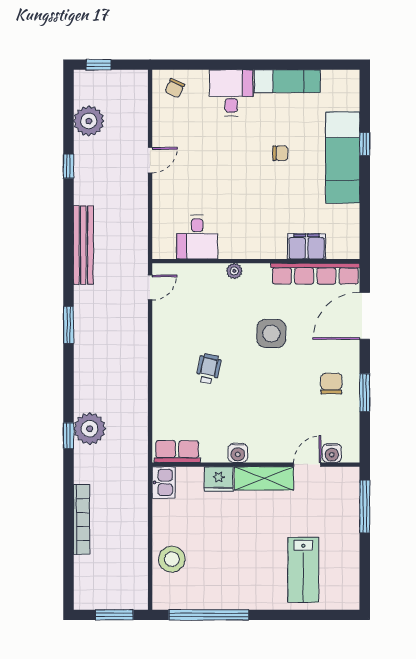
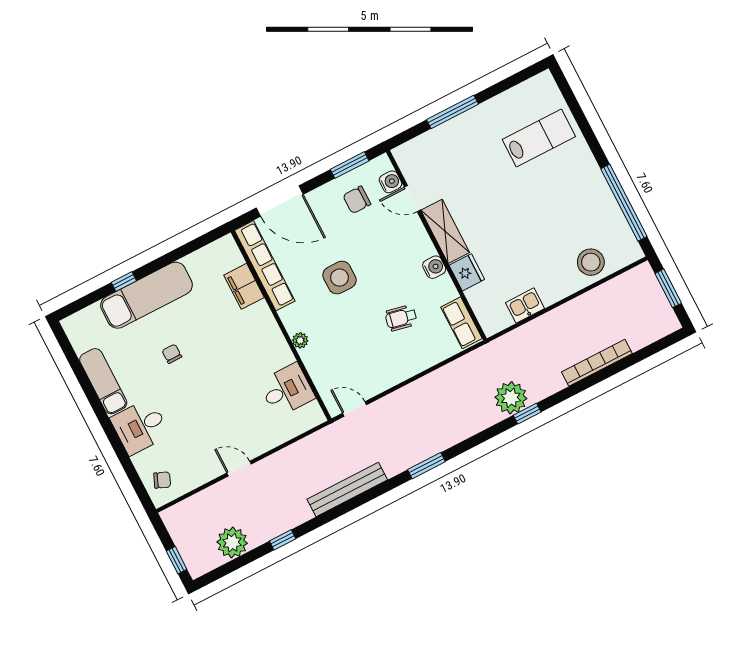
row of seats: (177, 452) -> (461, 323), moved
water cooler: (238, 453) -> (434, 267), moved
water cooler: (332, 453) -> (390, 182), moved
wall: (256, 465) -> (436, 245), moved
door: (307, 465) -> (412, 199), moved
shelving: (264, 478) -> (445, 231), moved
fridge: (219, 479) -> (467, 272), moved

